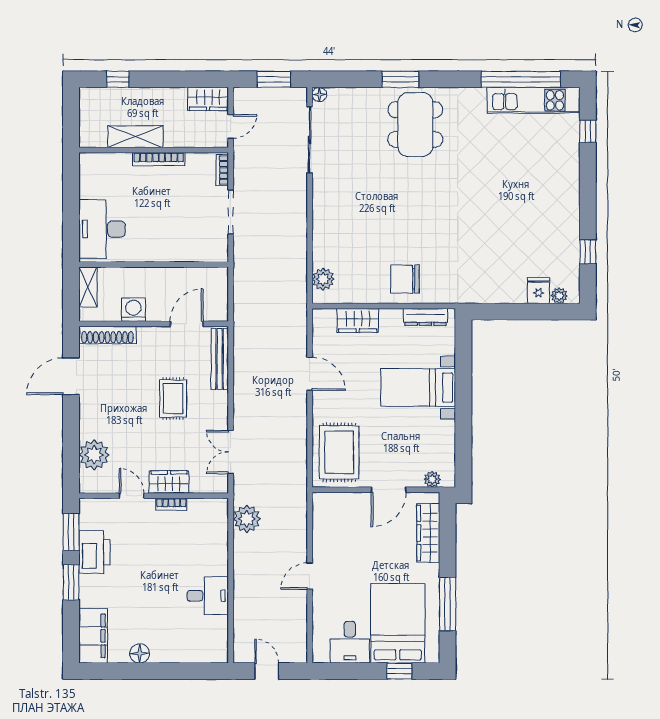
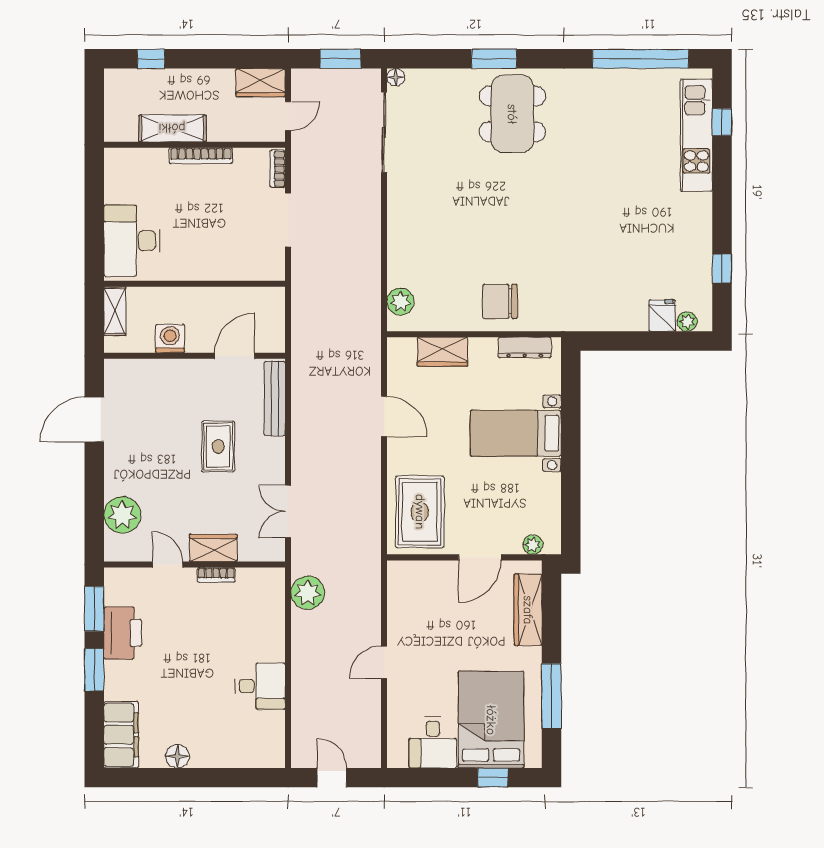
kitchen unit: (534, 100) -> (696, 135), moved, turned 90
shoe rack: (107, 335) -> (138, 369), removed

